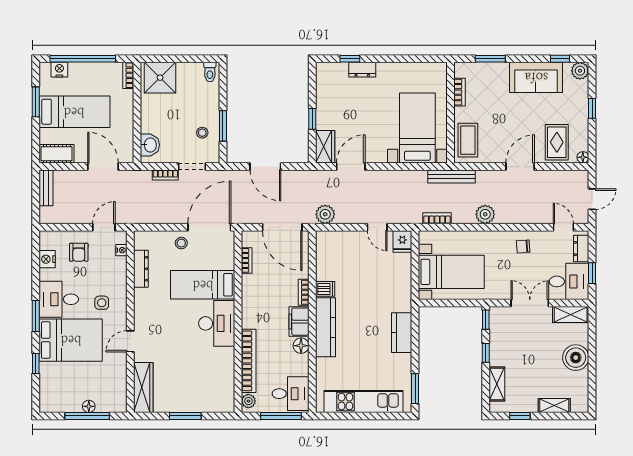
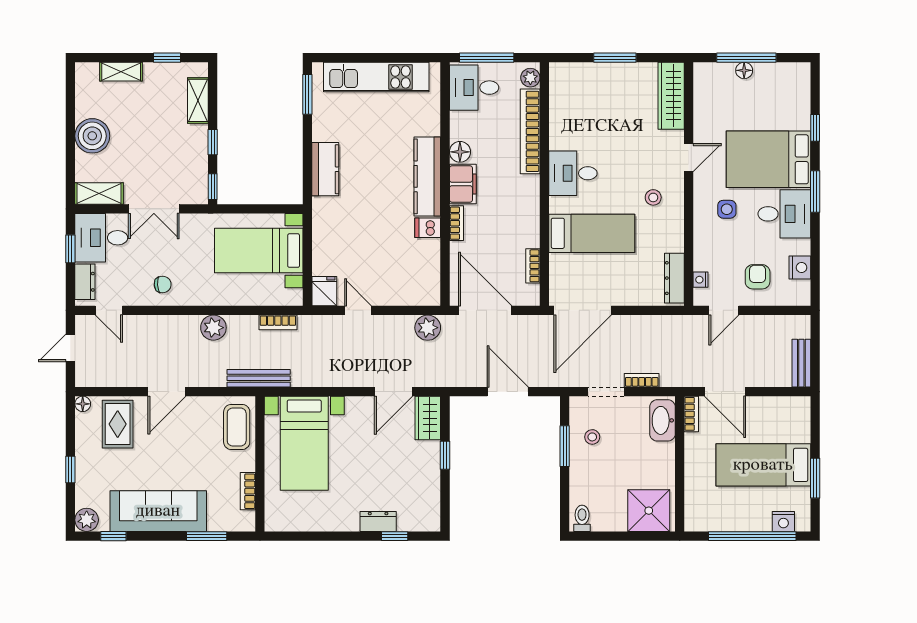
bookcase: (128, 75) -> (691, 414), moved
sofa: (536, 77) -> (158, 511), width x1.36
washbasin: (150, 145) -> (662, 420), width x1.38
cot: (57, 154) -> (787, 409), removed
stool: (181, 243) -> (653, 197), moved
dresser: (141, 269) -> (674, 278), moved
desk: (217, 323) -> (573, 173), width x0.73

